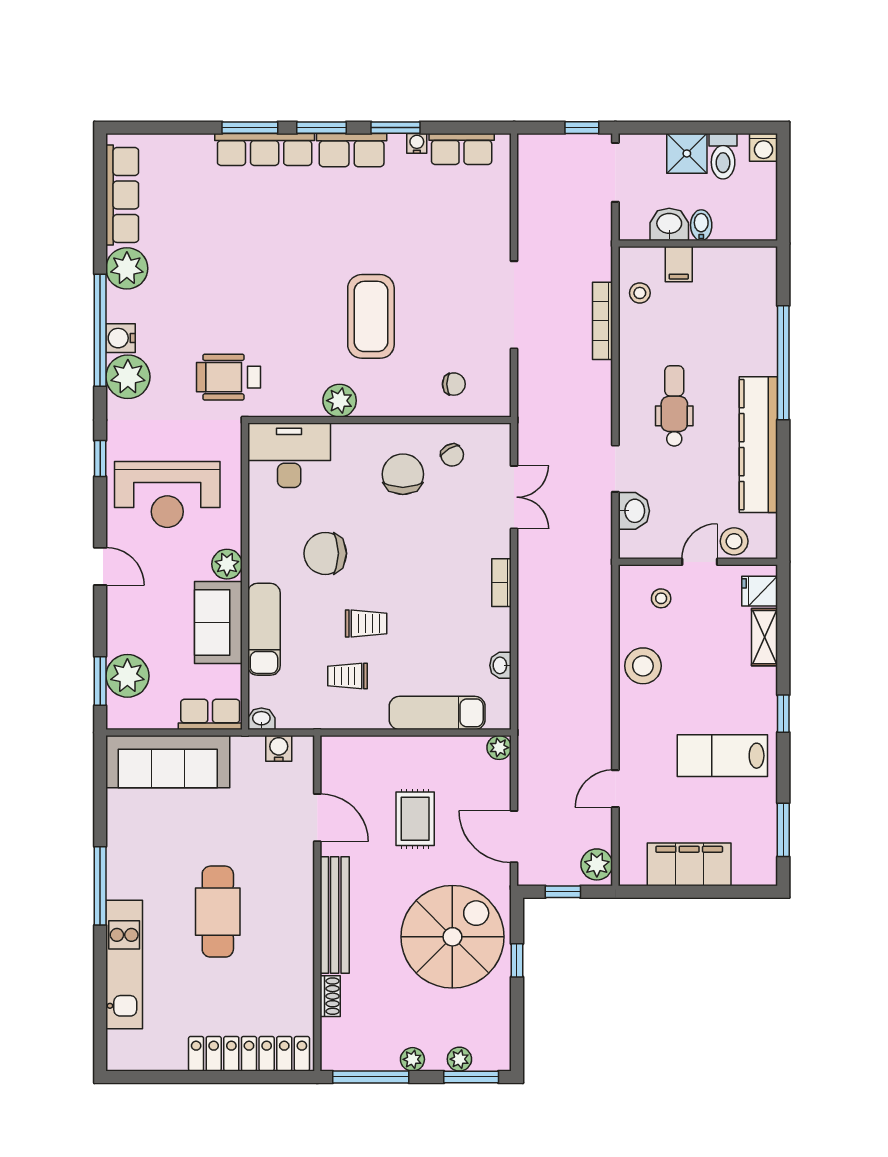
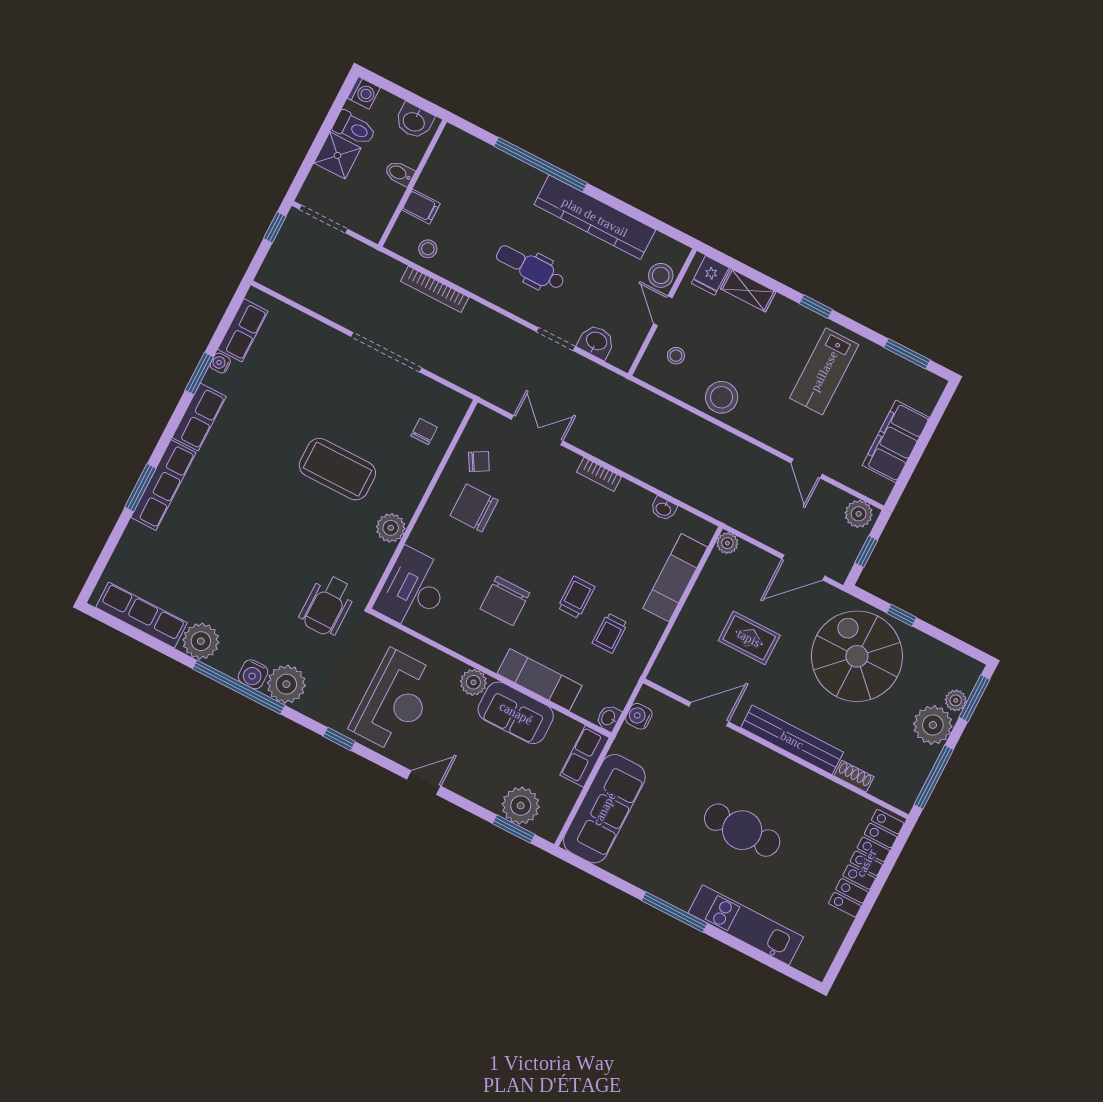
window: (321, 128) -> (169, 432), removed
washbasin: (669, 224) -> (414, 121), moved, turned -90
plant: (412, 1059) -> (933, 725), width x1.88, depth x1.88

